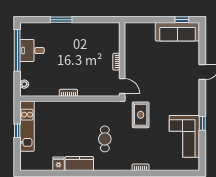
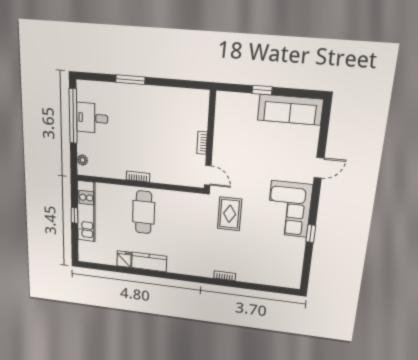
window: (182, 20) -> (262, 90), moved
corner sofa: (184, 136) -> (289, 209), moved
cafe table: (105, 139) -> (144, 212), moved, width x1.37, depth x1.35

